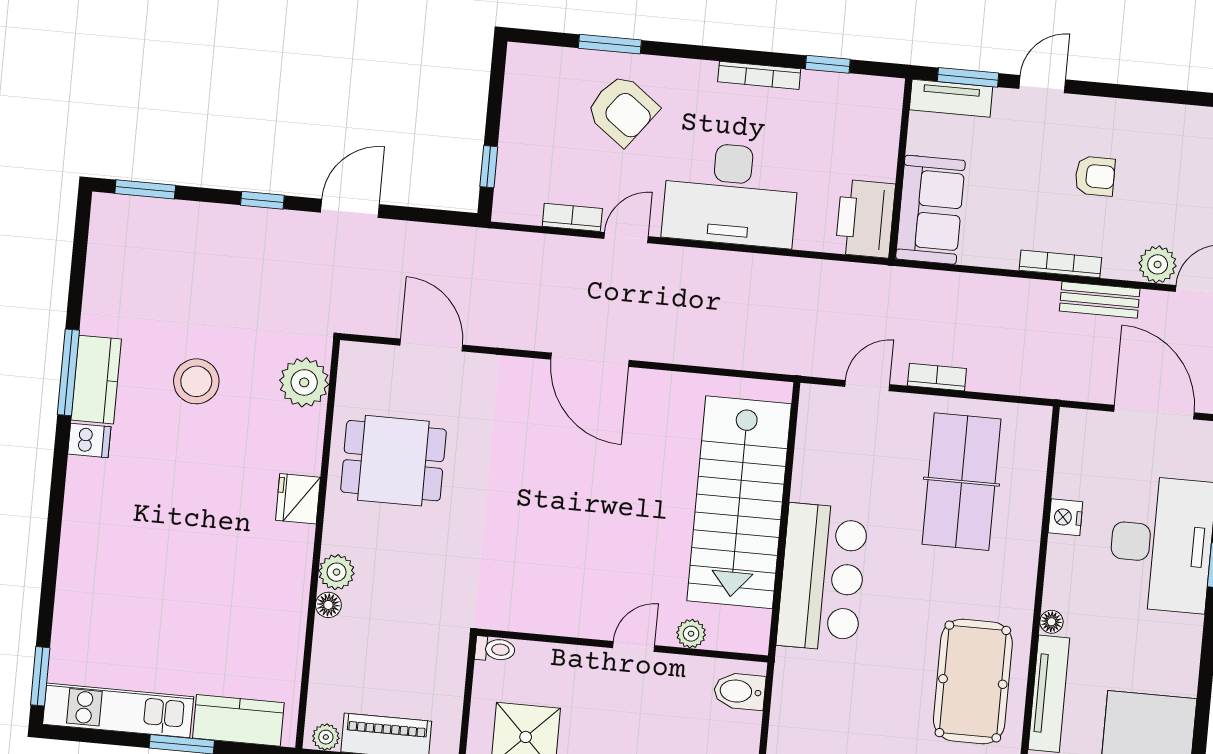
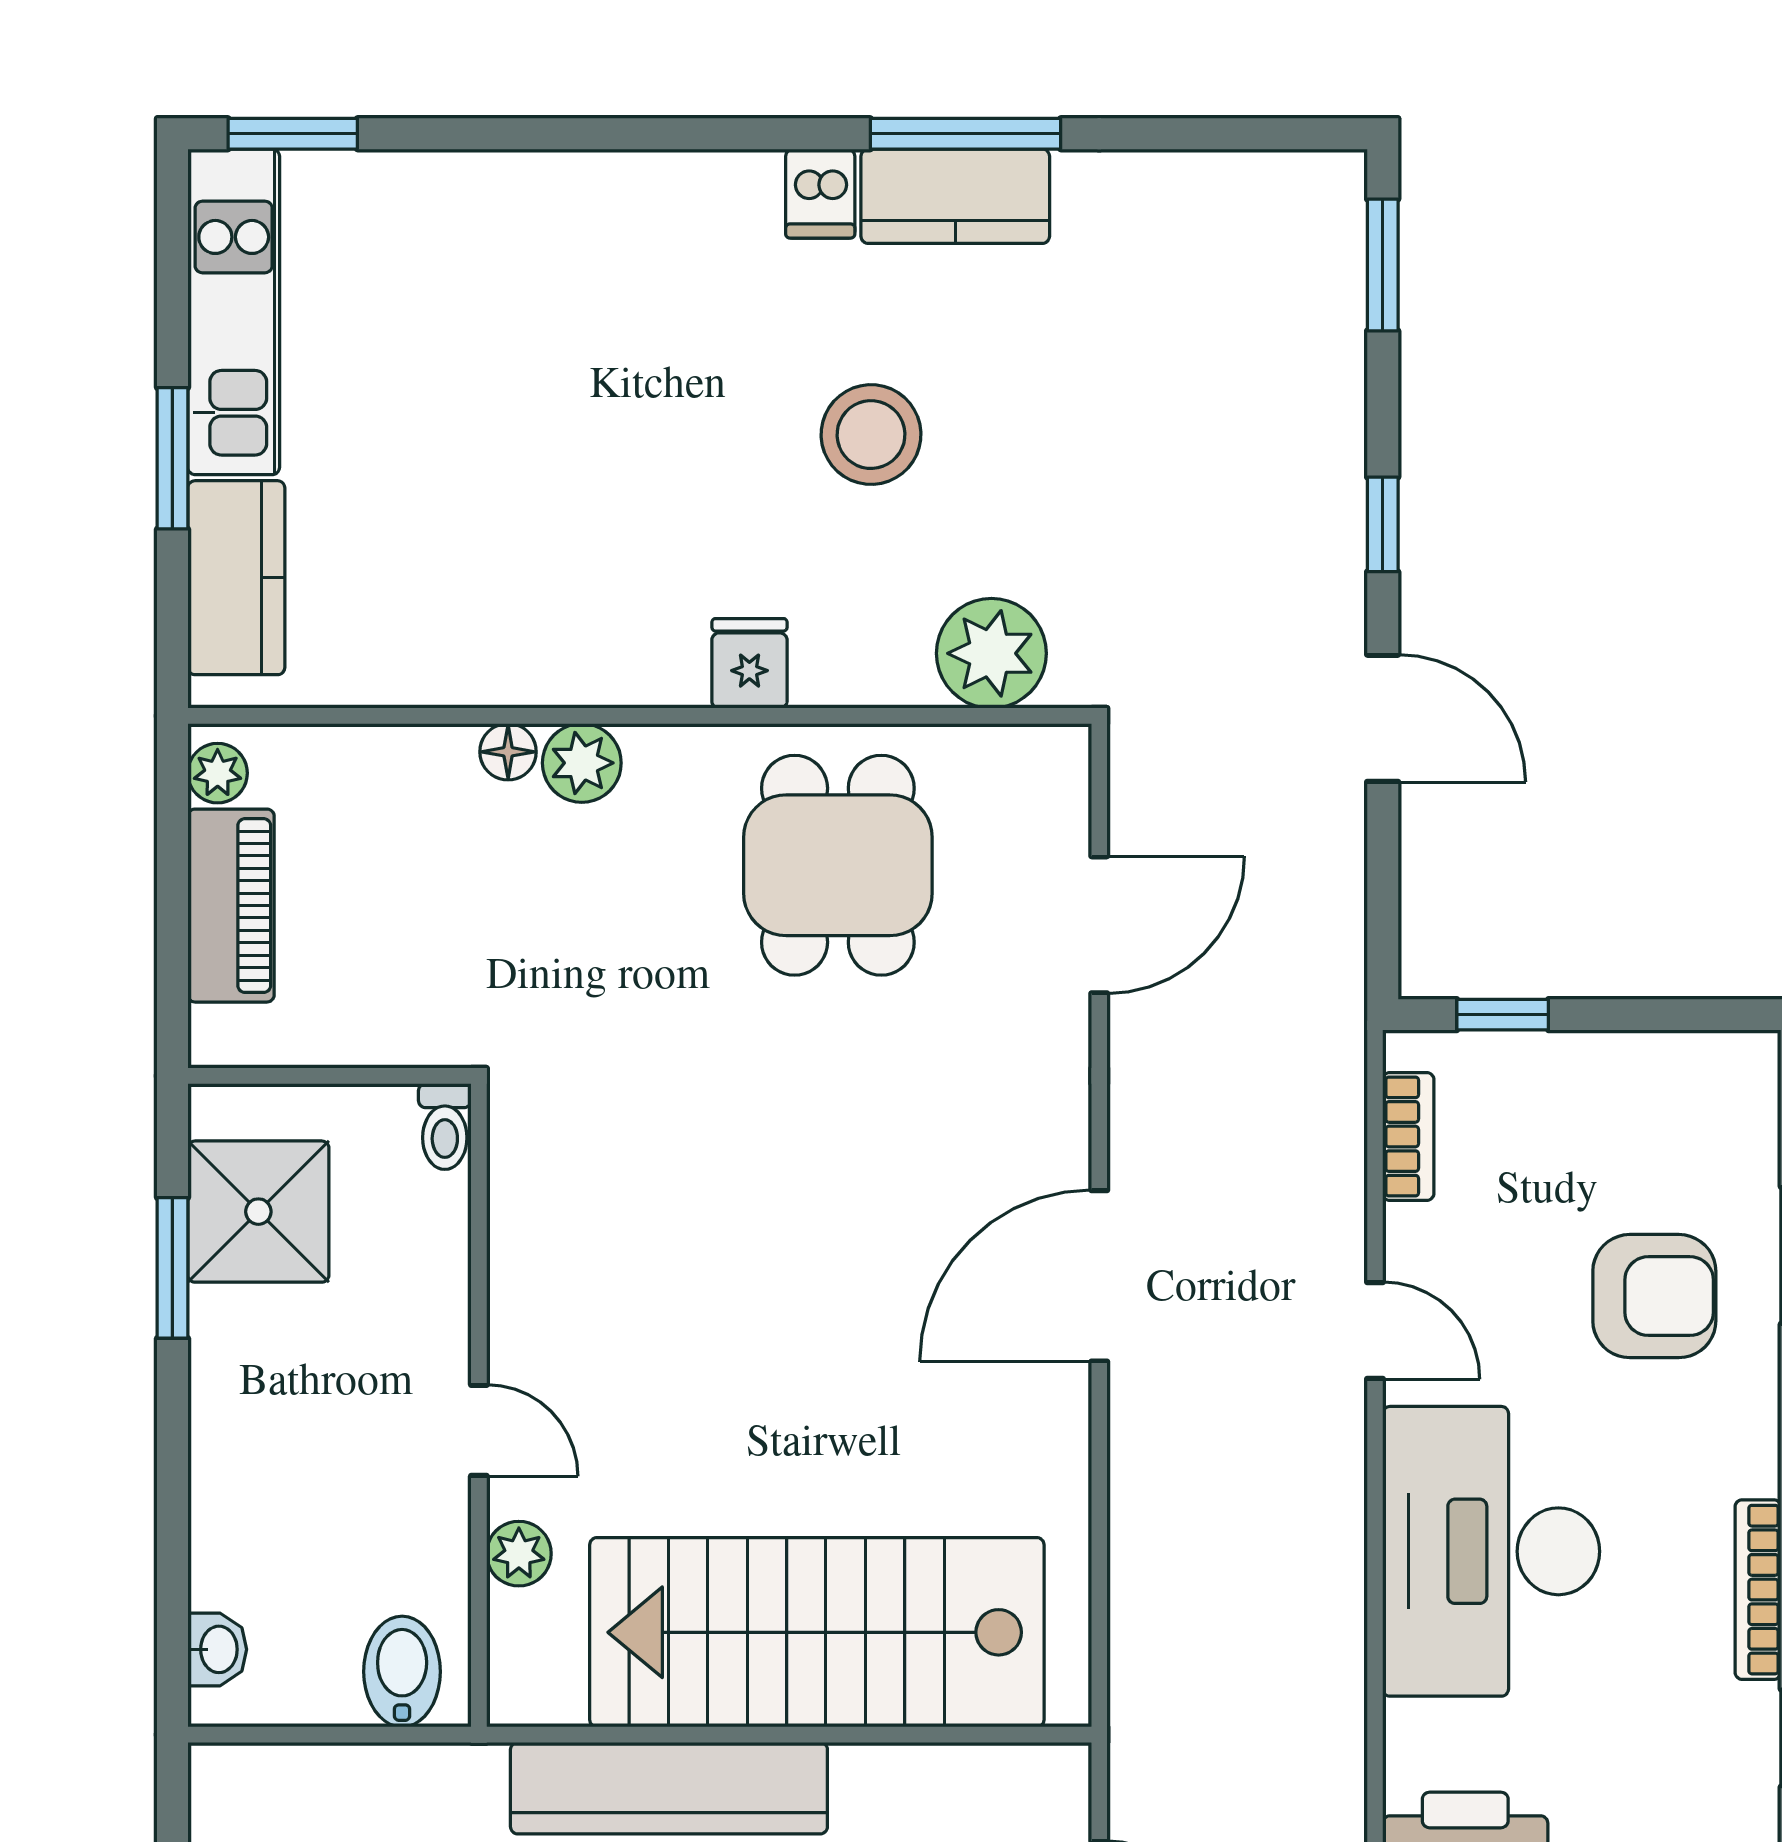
armchair: (622, 110) -> (1654, 1296), turned -127
bookcase: (572, 217) -> (1408, 1137), moved
stool: (196, 381) -> (871, 435), moved
fridge: (298, 499) -> (749, 663), width x0.72

